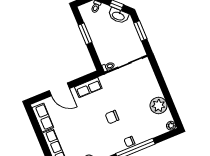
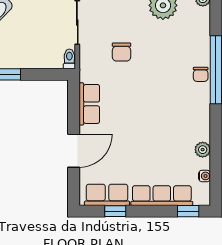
chair: (112, 117) -> (122, 52), moved
window: (36, 126) -> (115, 211), added

